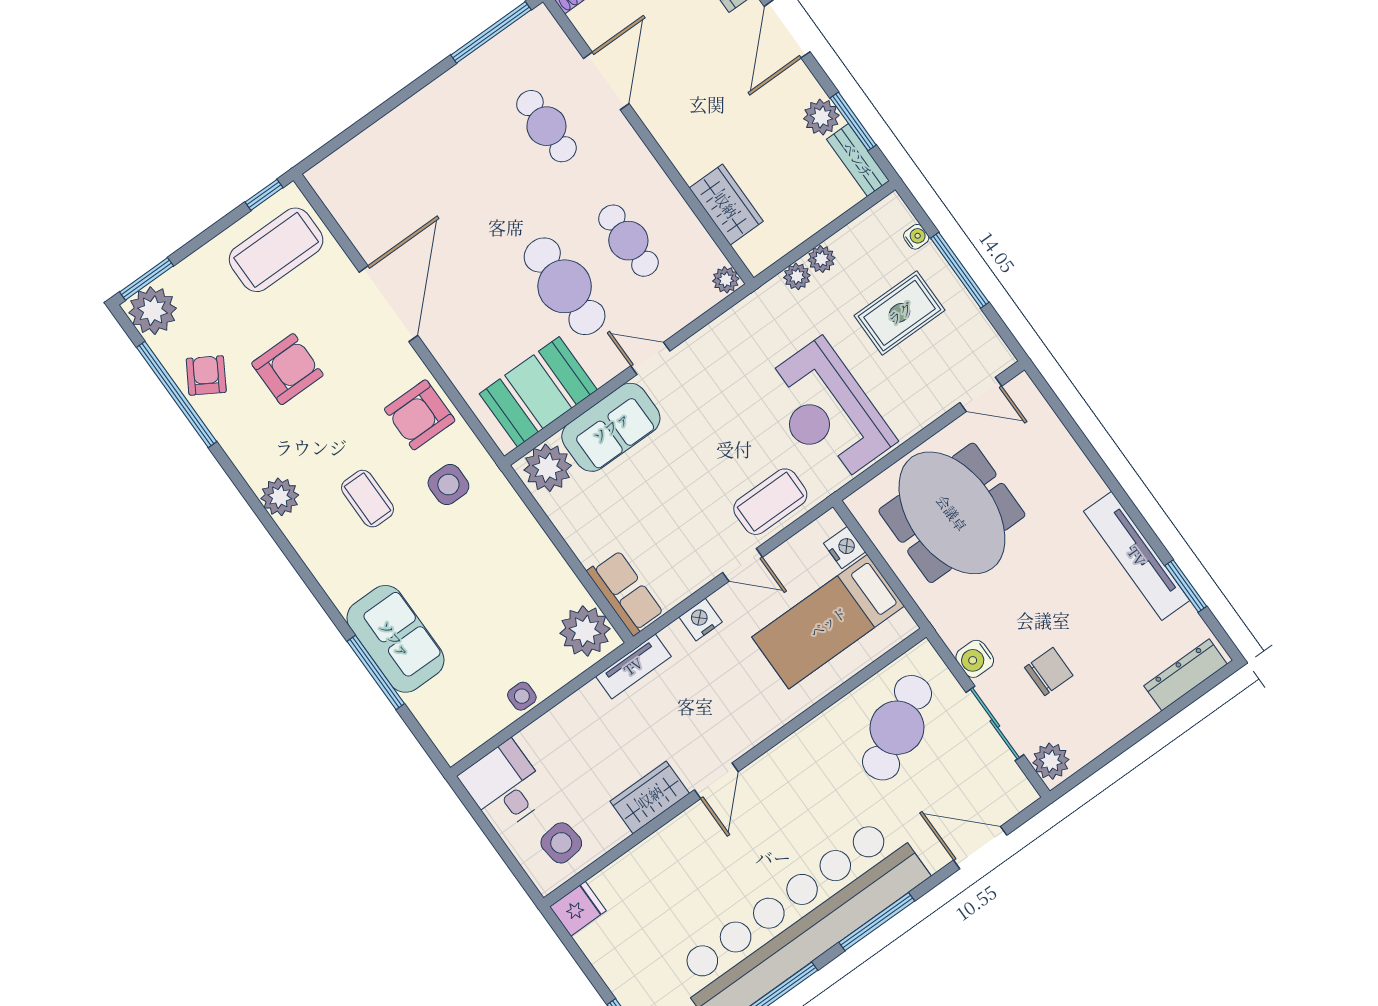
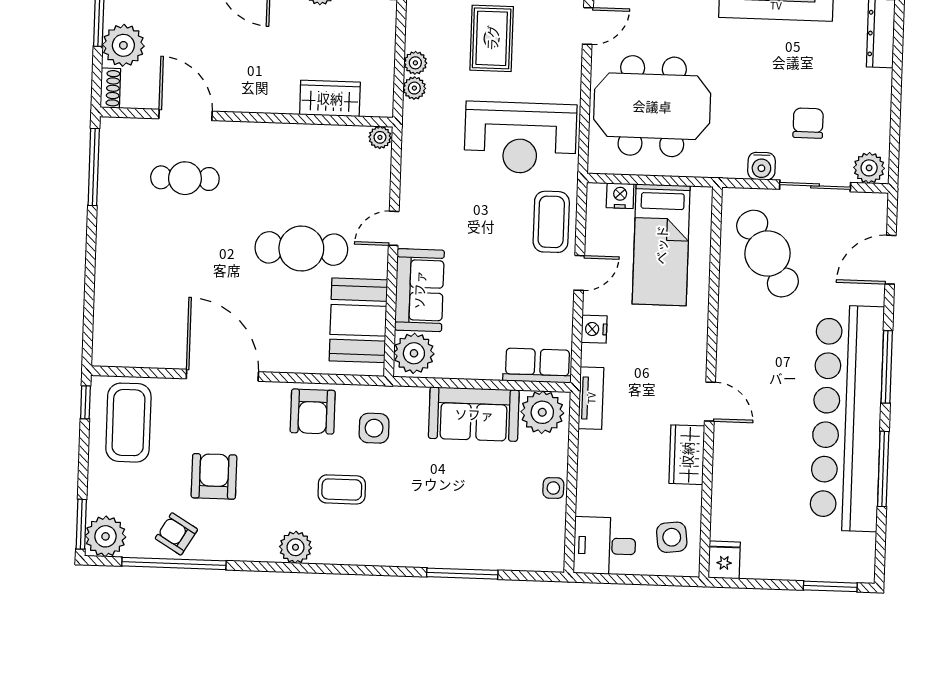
cafe table: (628, 241) -> (304, 182), removed
sofa: (395, 639) -> (474, 414), moved, turned 180

